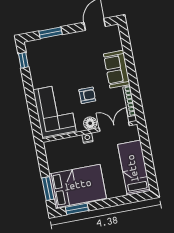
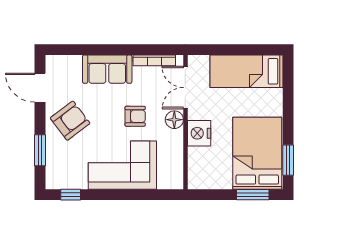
armchair: (75, 50) -> (70, 121), added
armchair: (87, 95) -> (135, 116), turned 90
corner sofa: (54, 110) -> (122, 165), moved
nightstand: (87, 138) -> (199, 133), width x1.89, depth x1.79

